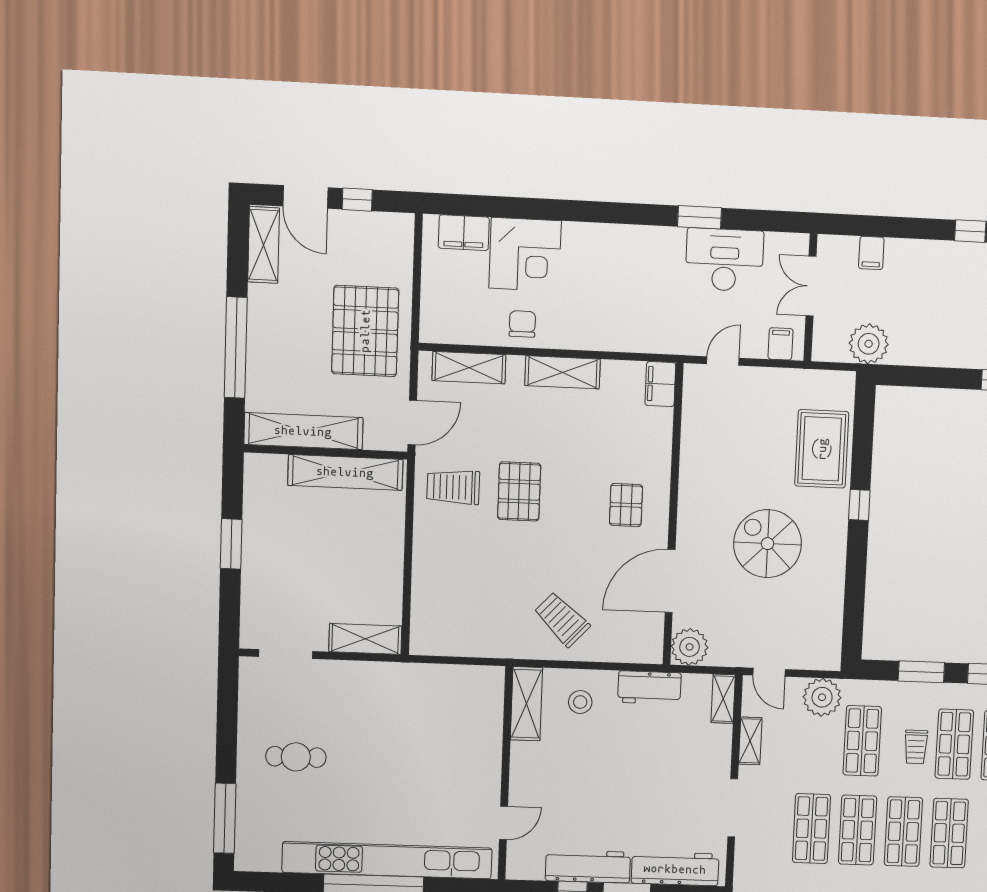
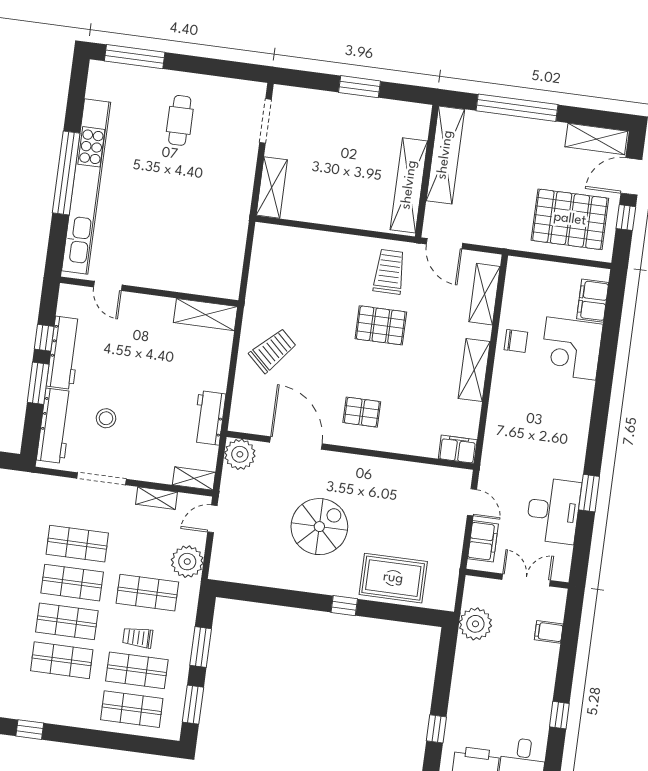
pallet: (365, 331) -> (570, 219), moved
filing cabinet: (781, 344) -> (483, 541), width x2.00
stool: (580, 702) -> (106, 418), moved

